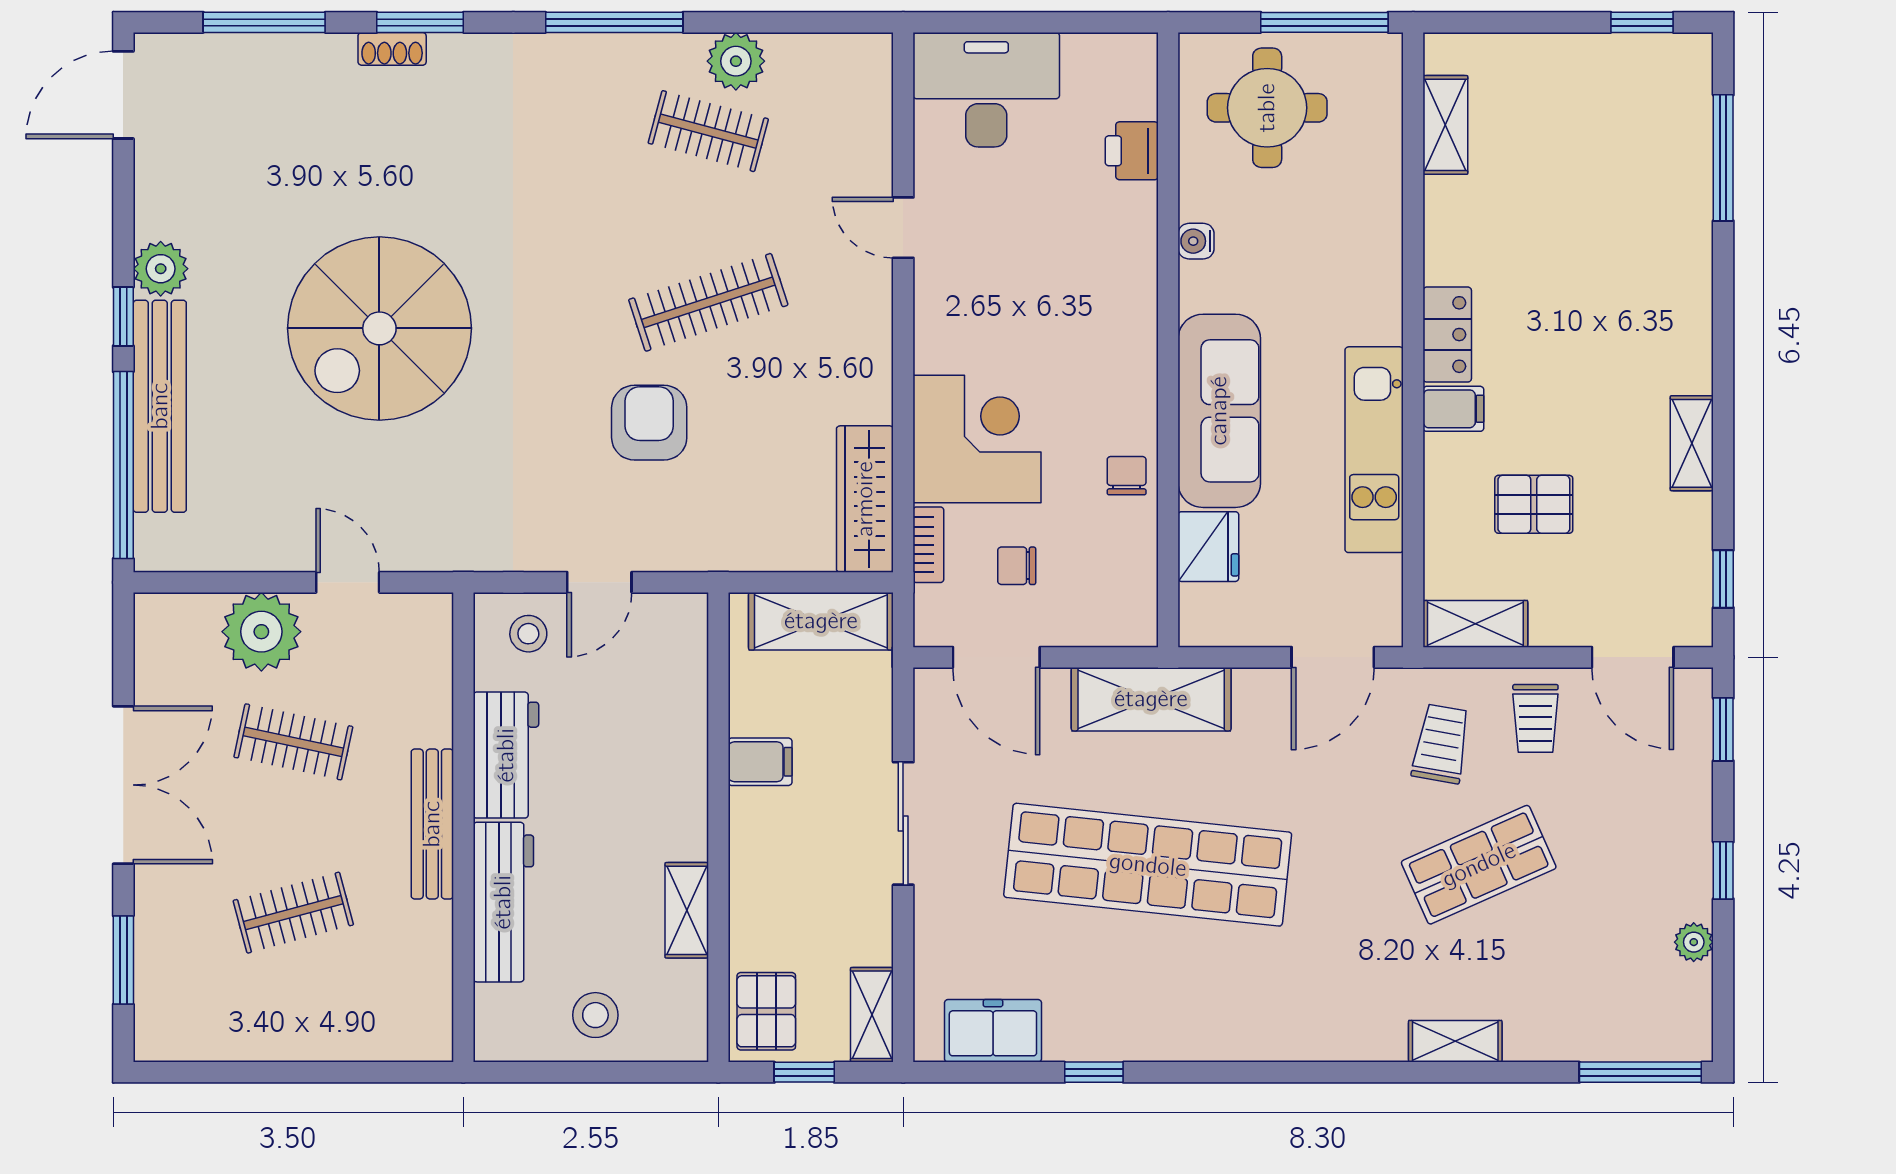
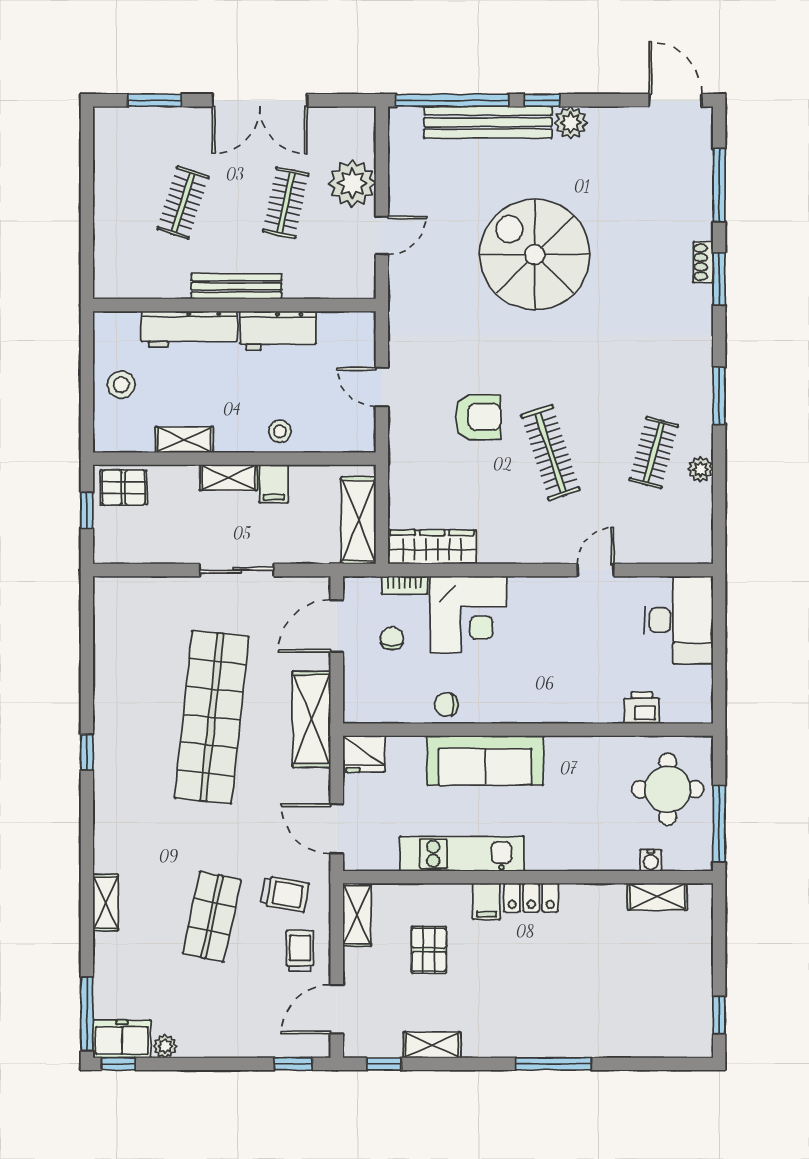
window: (614, 22) -> (719, 396), width x0.69
plant: (736, 61) -> (701, 469), width x0.73, depth x0.73
window: (1723, 158) -> (553, 1064), moved
water cooler: (1196, 241) -> (651, 860), moved, turned 180
shelving: (1692, 443) -> (432, 1045), moved
chair: (1127, 476) -> (446, 705), turned 180
fridge: (1208, 547) -> (364, 754), moved
stool: (528, 634) -> (280, 431), moved
trolley: (1535, 718) -> (300, 951), turned 90
shop shelf: (1479, 865) -> (212, 917), turned 36
window: (1723, 870) -> (118, 1064), moved
clothes rail: (293, 913) -> (183, 203), turned 33
shelving: (872, 1015) -> (228, 477), moved
freezer: (993, 1031) -> (122, 1039), moved, turned -90
window: (1094, 1072) -> (87, 752), moved

